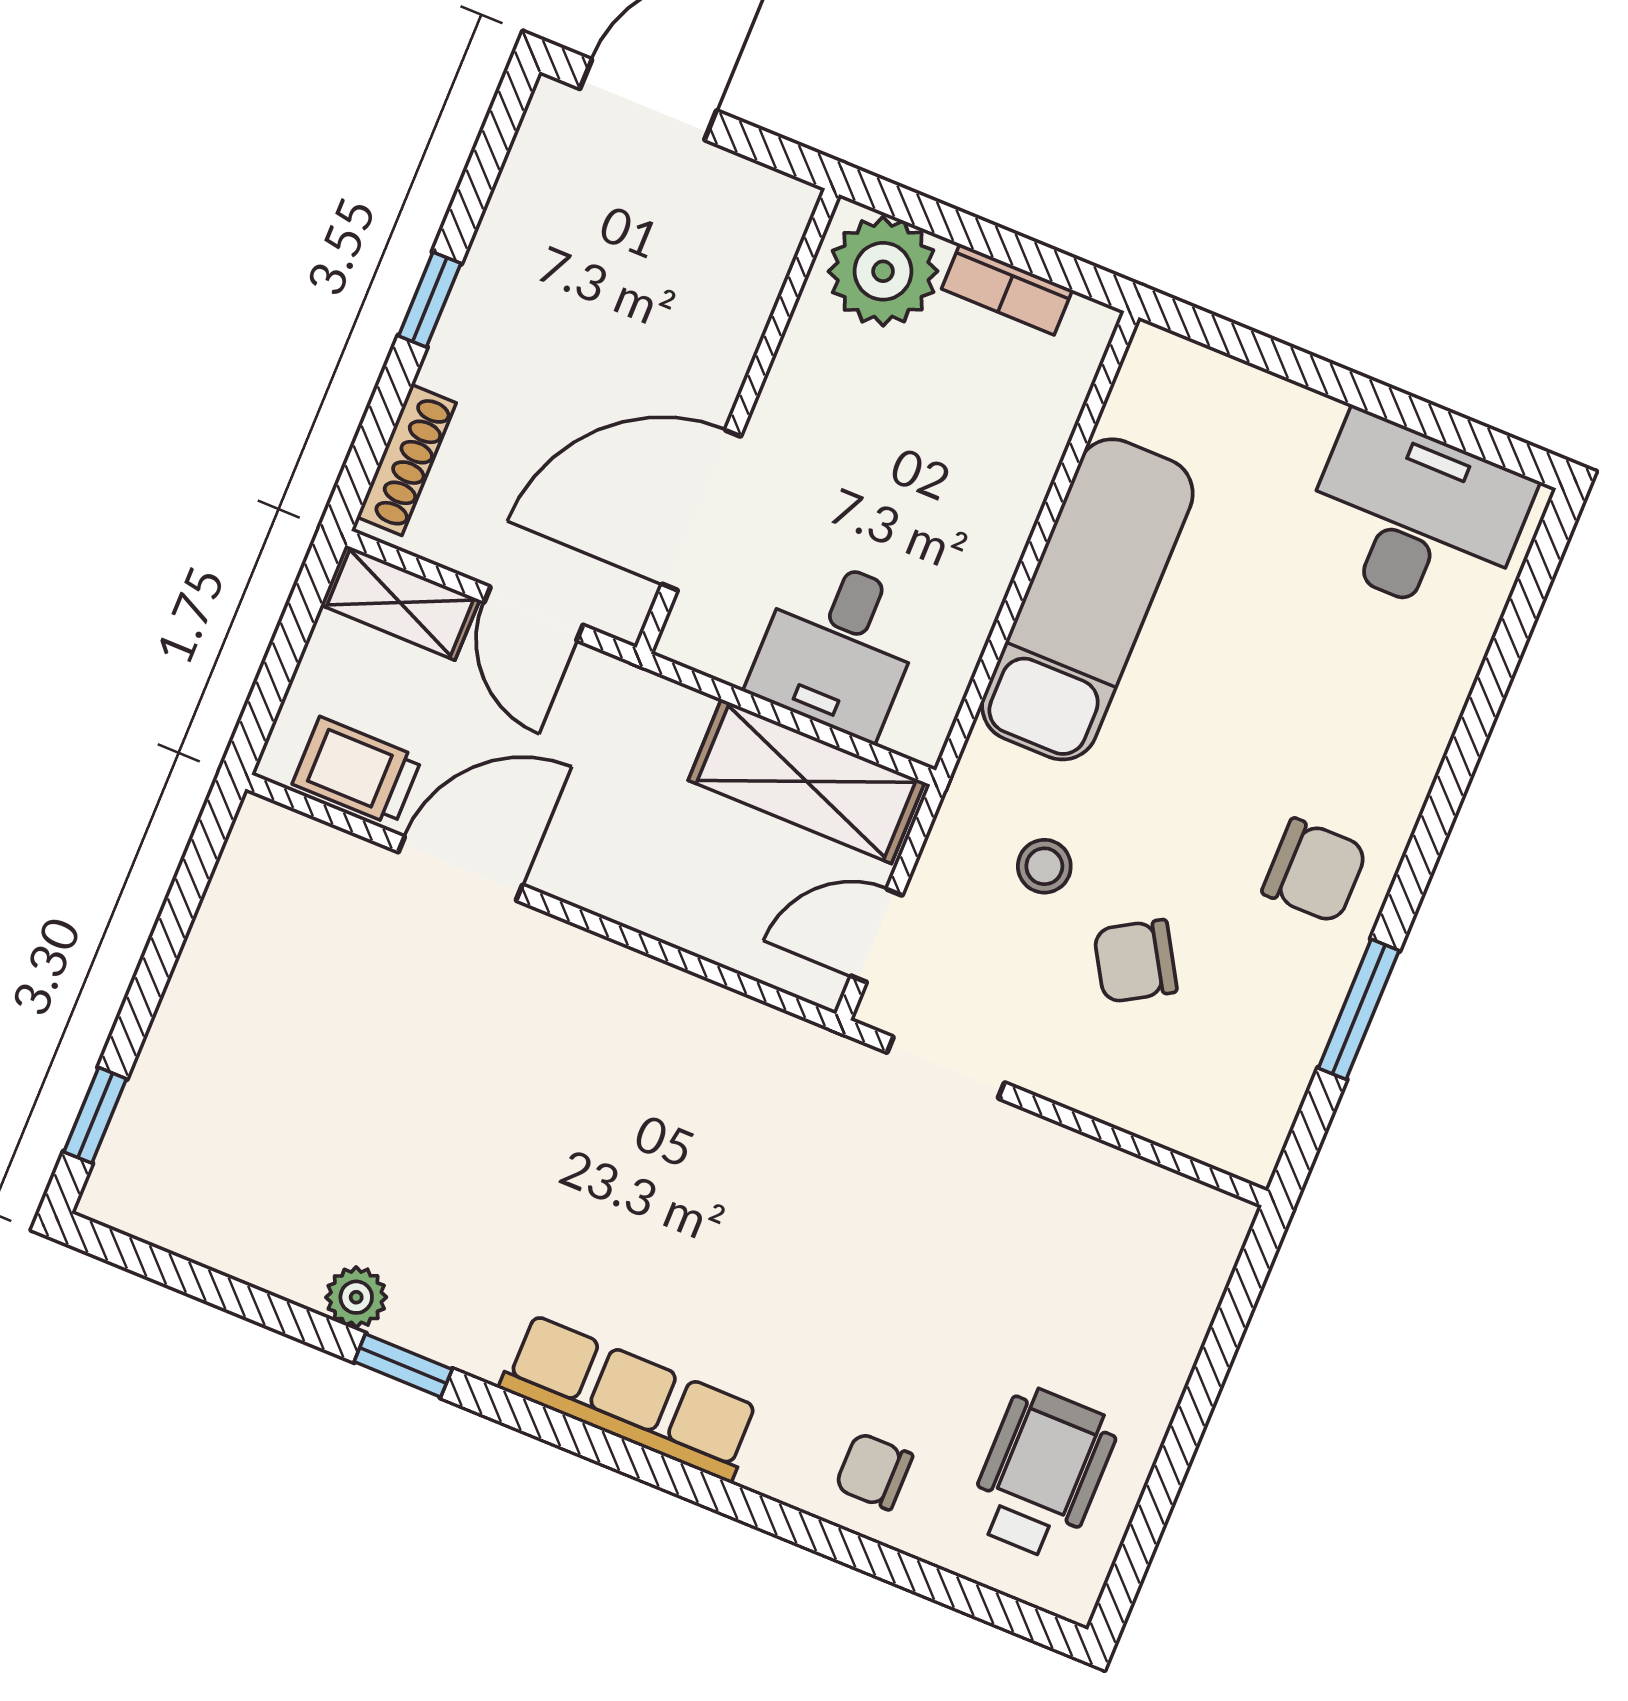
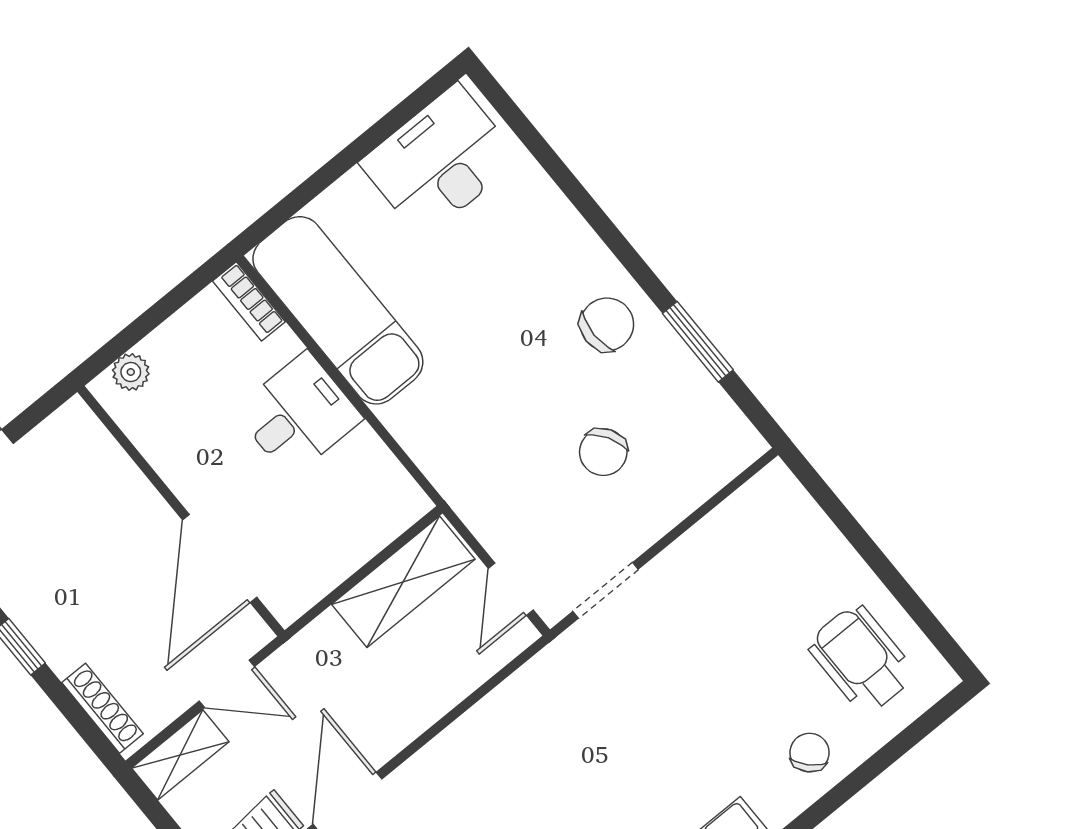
plant: (883, 271) -> (131, 372), width x0.53, depth x0.53
bookcase: (1007, 289) -> (249, 301), moved, turned 90
exam couch: (1087, 599) -> (338, 310), moved
desk: (838, 647) -> (298, 414), moved, turned -90
stool: (1044, 866) -> (523, 474), removed
chair: (874, 1471) -> (810, 753), turned 136

